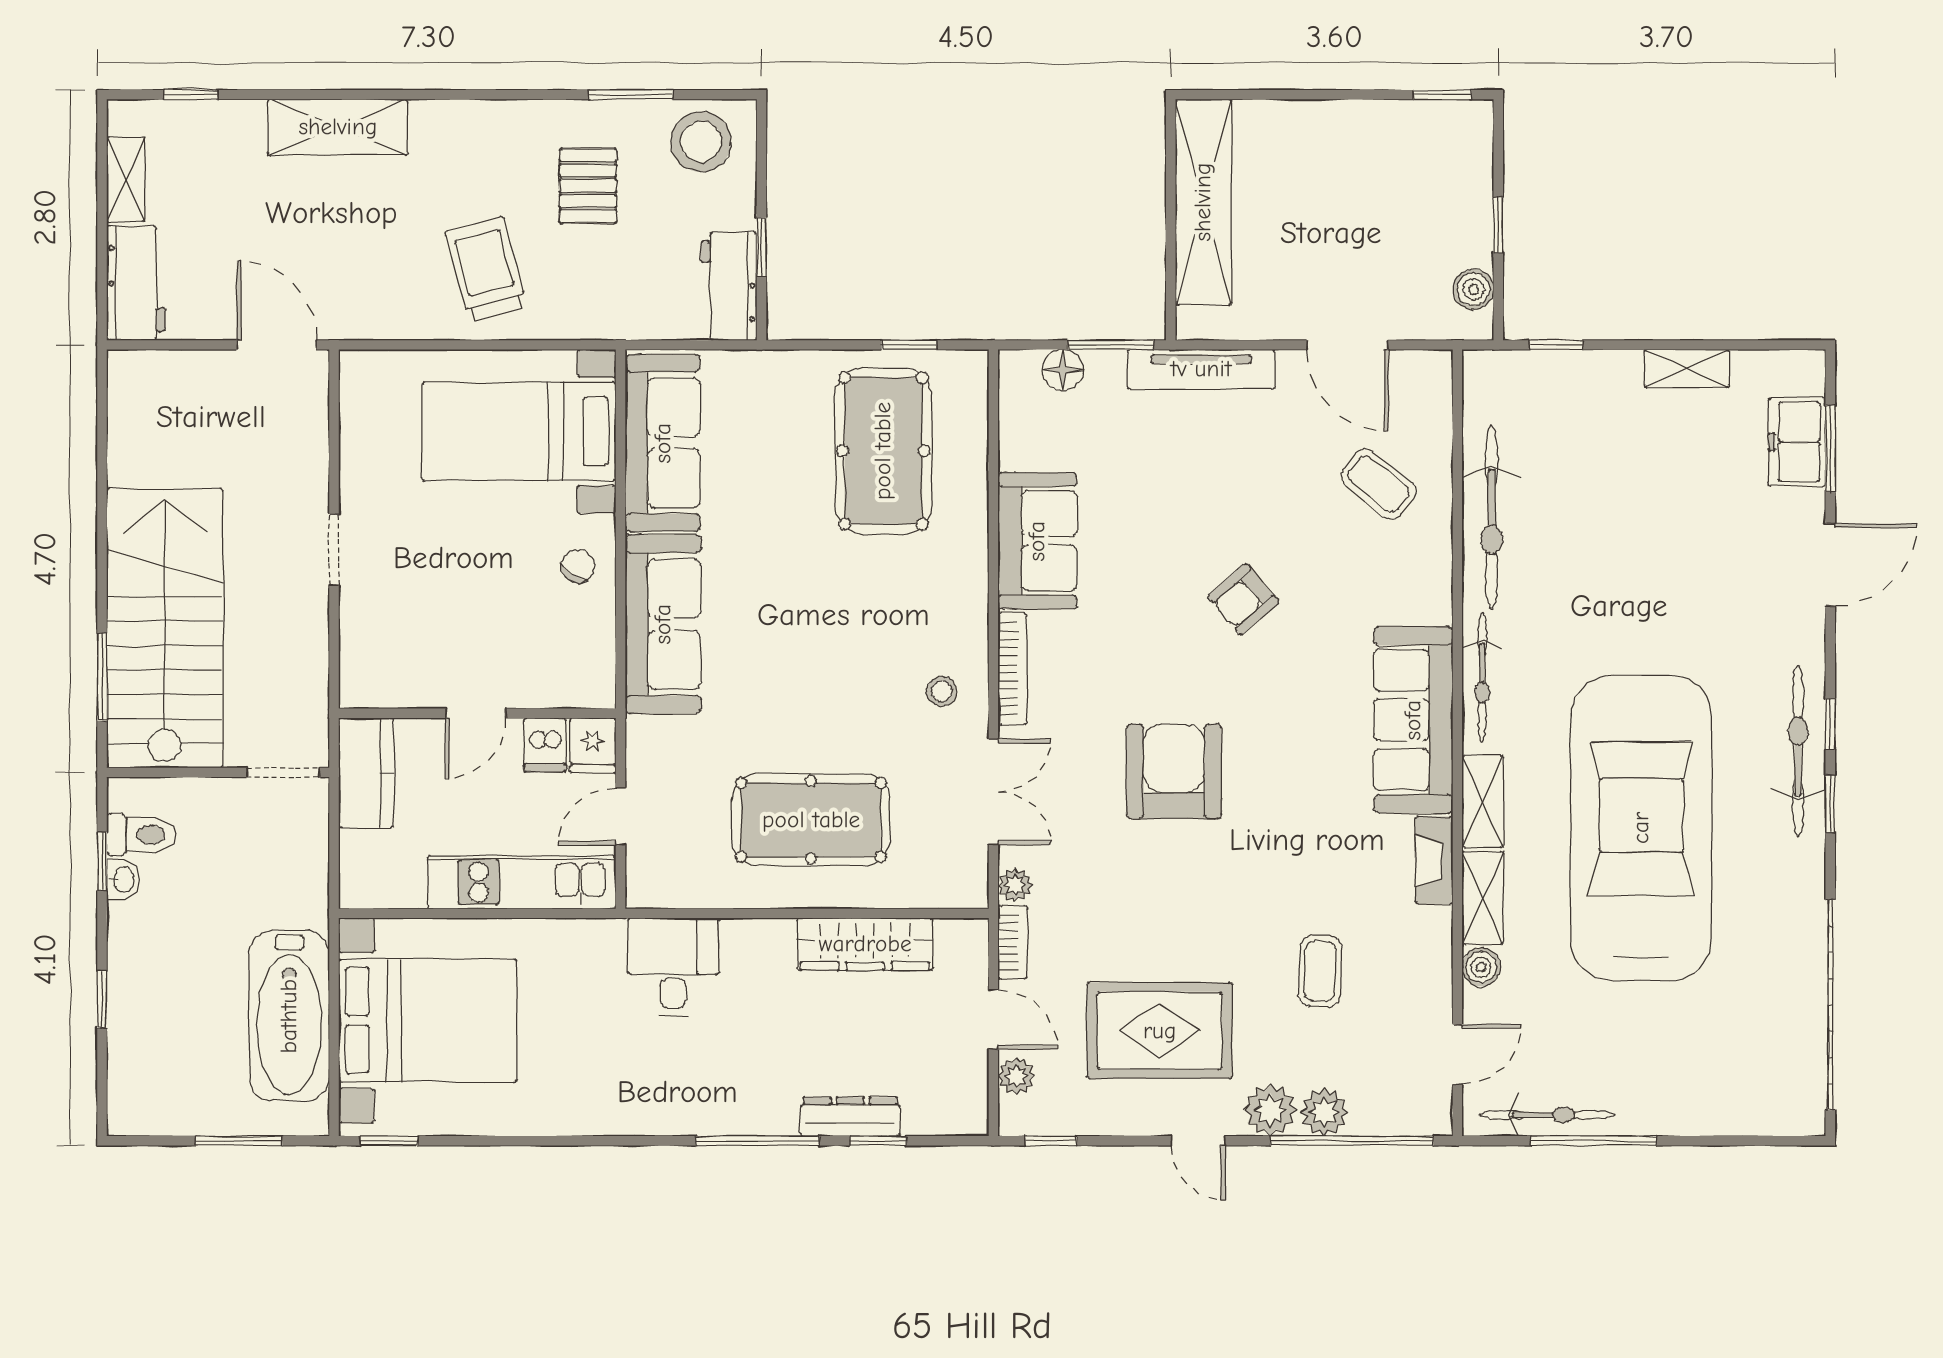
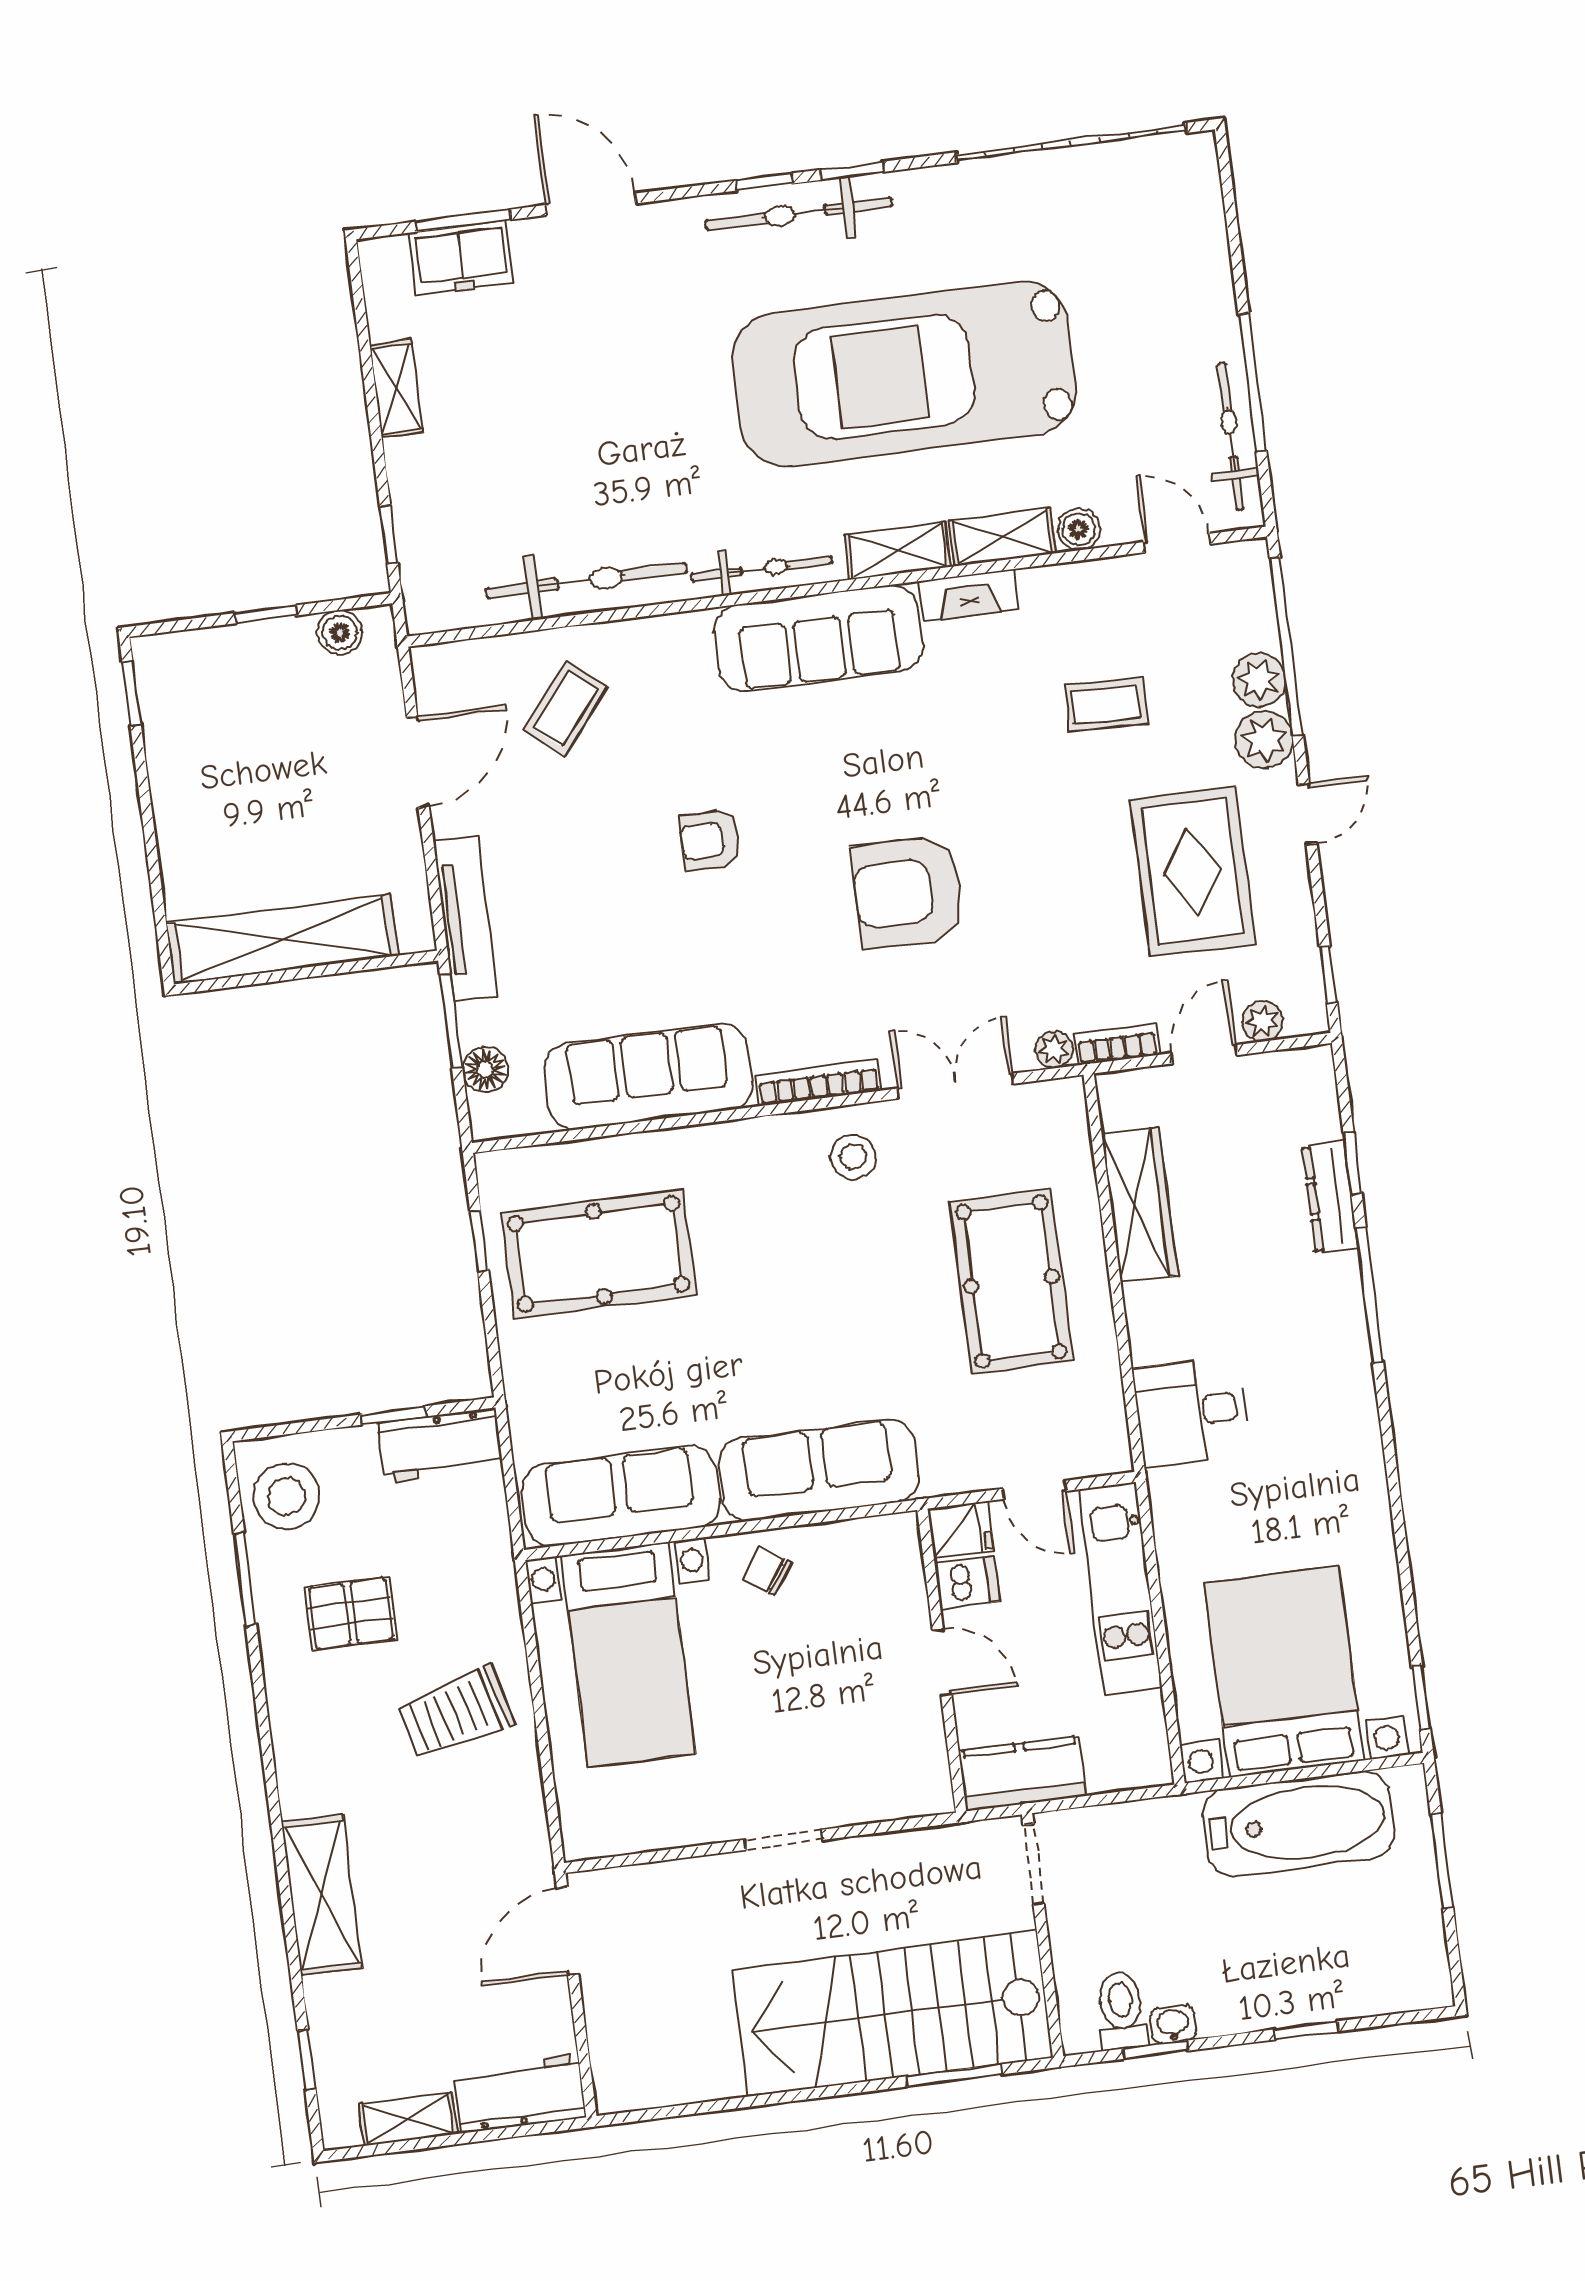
sofa: (1037, 541) -> (648, 1077), width x1.36
armchair: (1243, 599) -> (710, 840), turned 131
stool: (942, 691) -> (853, 1157), width x1.37, depth x1.37

